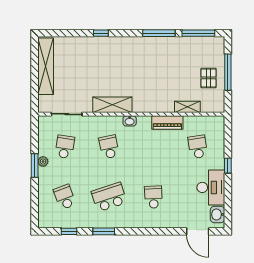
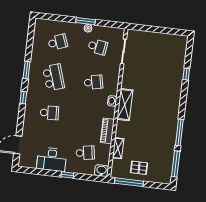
window: (101, 33) -> (186, 74), moved
shelving: (46, 66) -> (164, 39), removed
window: (228, 72) -> (129, 182), moved
shelving: (112, 105) -> (125, 105), moved
washbasin: (217, 214) -> (101, 171), moved
window: (69, 231) -> (23, 98), moved

